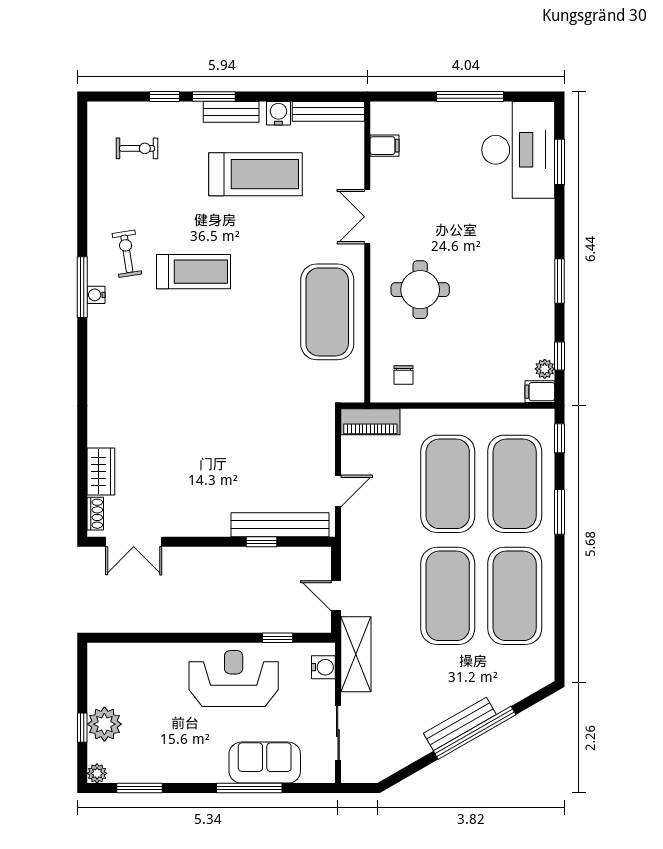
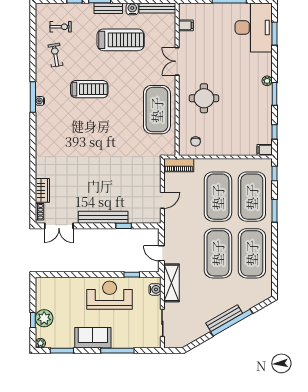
exercise bike: (127, 254) -> (55, 55), moved
plant: (545, 369) -> (267, 81), moved
bench: (280, 525) -> (103, 217), moved
sofa: (265, 763) -> (93, 338), moved

